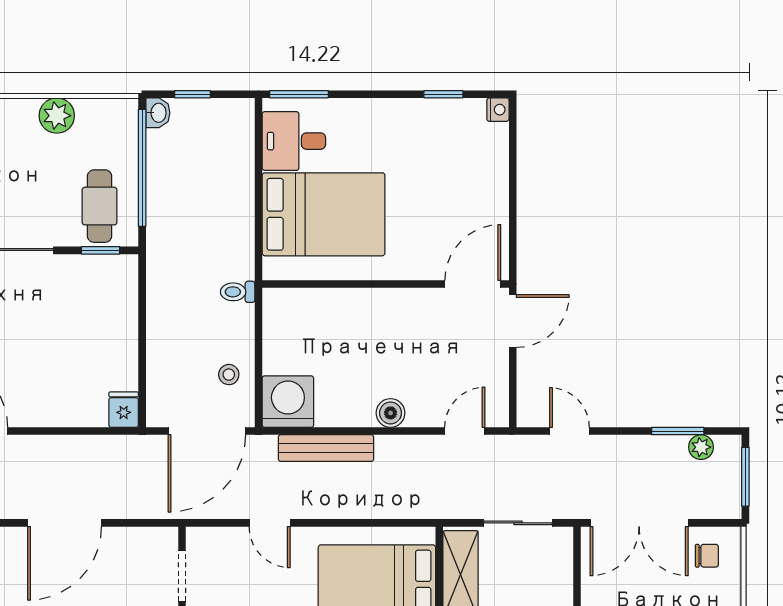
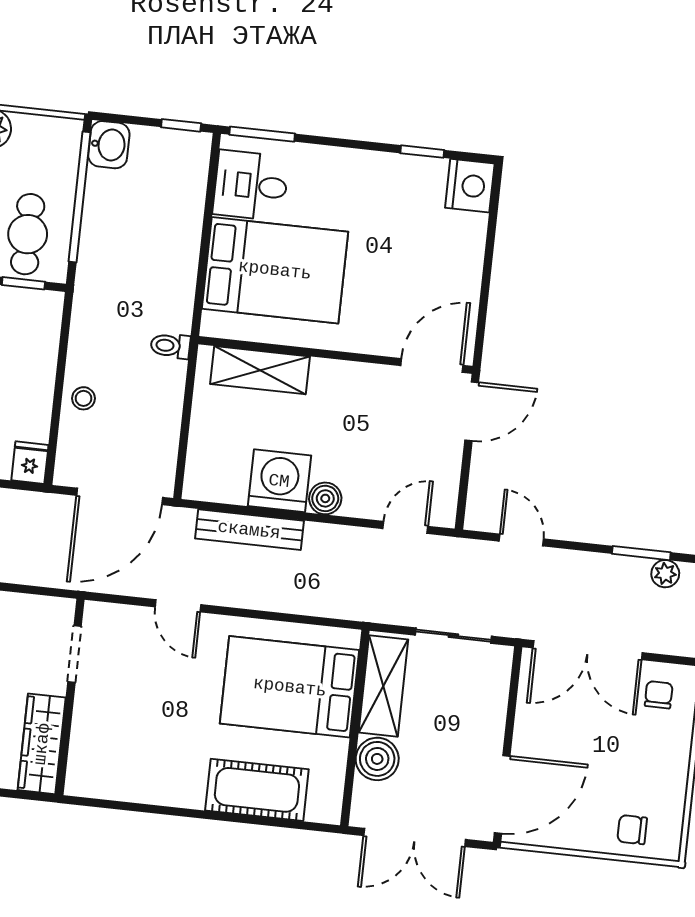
window: (192, 94) -> (181, 125), moved
nightstand: (498, 110) -> (470, 186), width x1.89, depth x1.79
washbasin: (158, 113) -> (109, 145), width x1.38, depth x1.45
shelving: (320, 305) -> (260, 370), added
stool: (229, 375) -> (83, 398), moved
washing machine: (288, 402) -> (279, 481), moved
chair: (707, 556) -> (659, 695), turned -90

